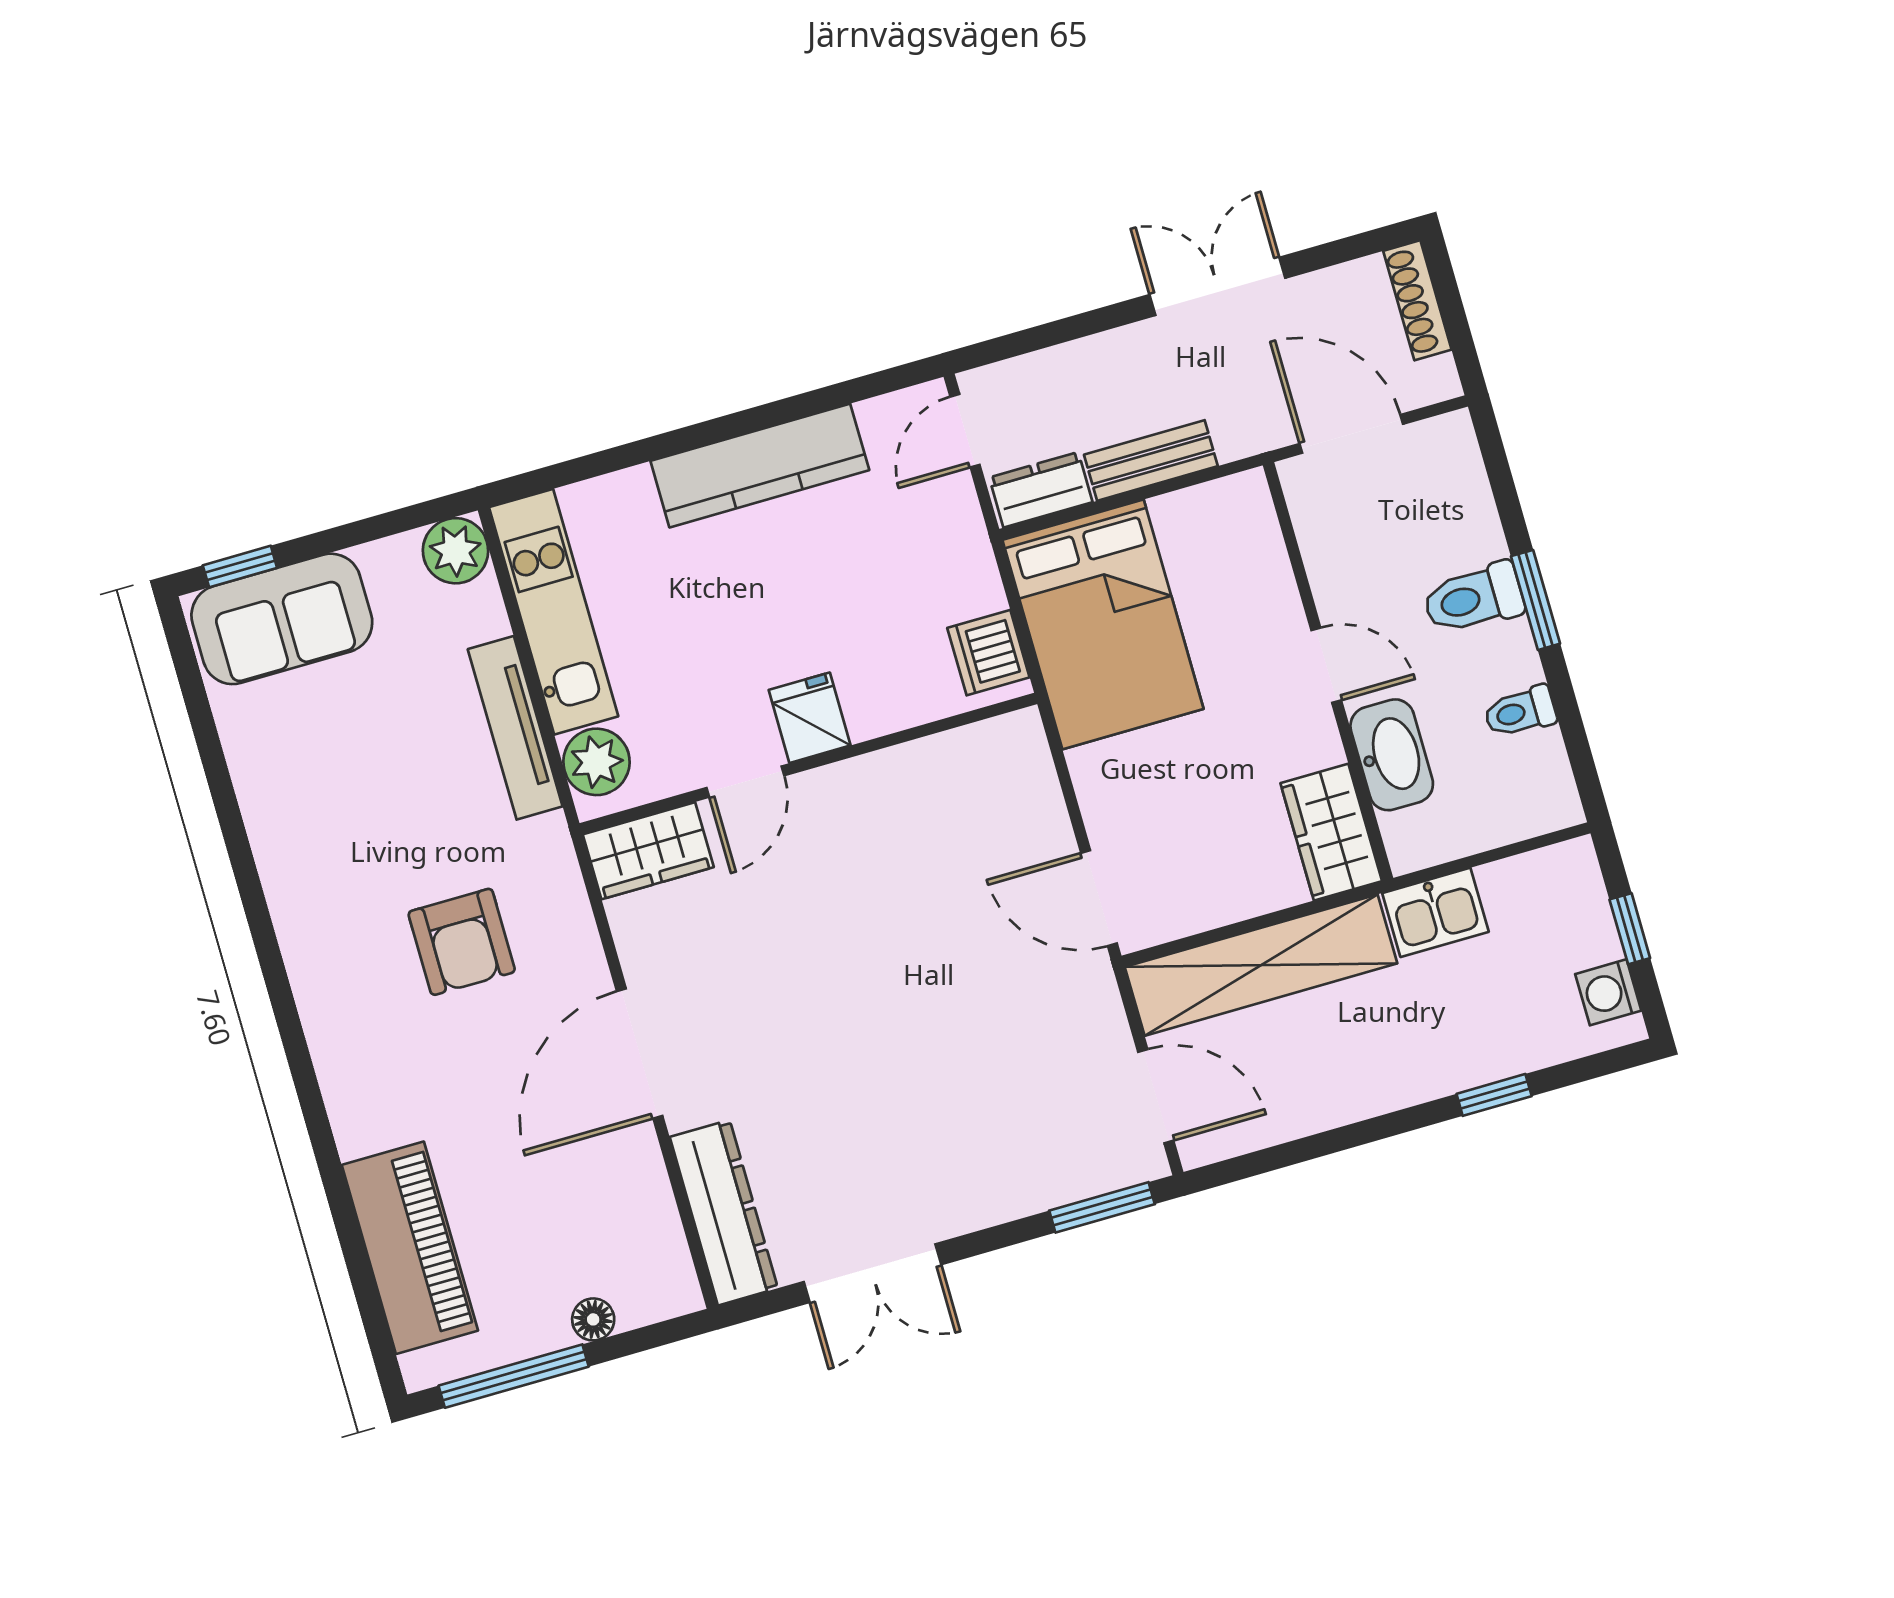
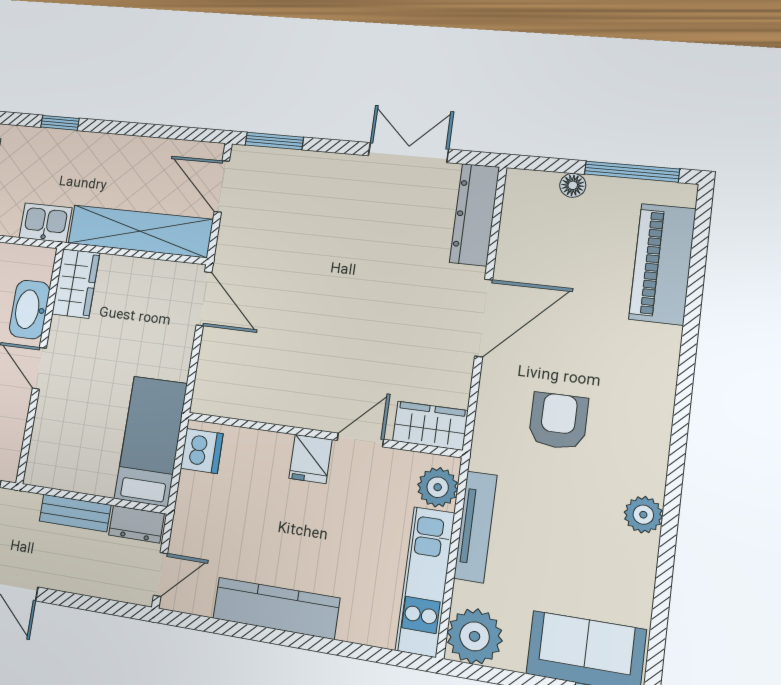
plant: (455, 551) -> (475, 636), width x1.36, depth x1.36
bed: (1103, 624) -> (151, 441), width x0.67
plant: (284, 856) -> (643, 515), added

